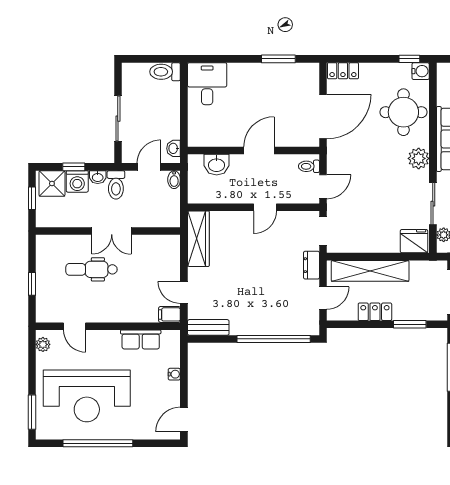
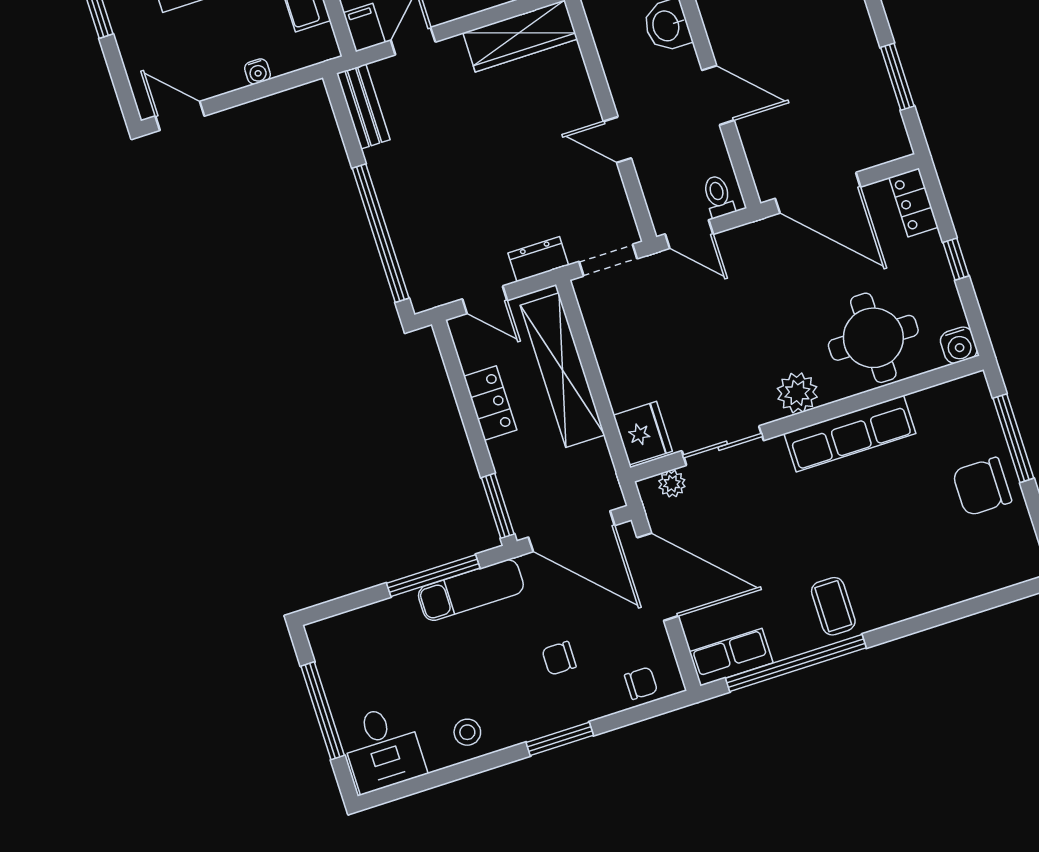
window: (409, 59) -> (956, 259), moved
window: (410, 324) -> (498, 506), moved

